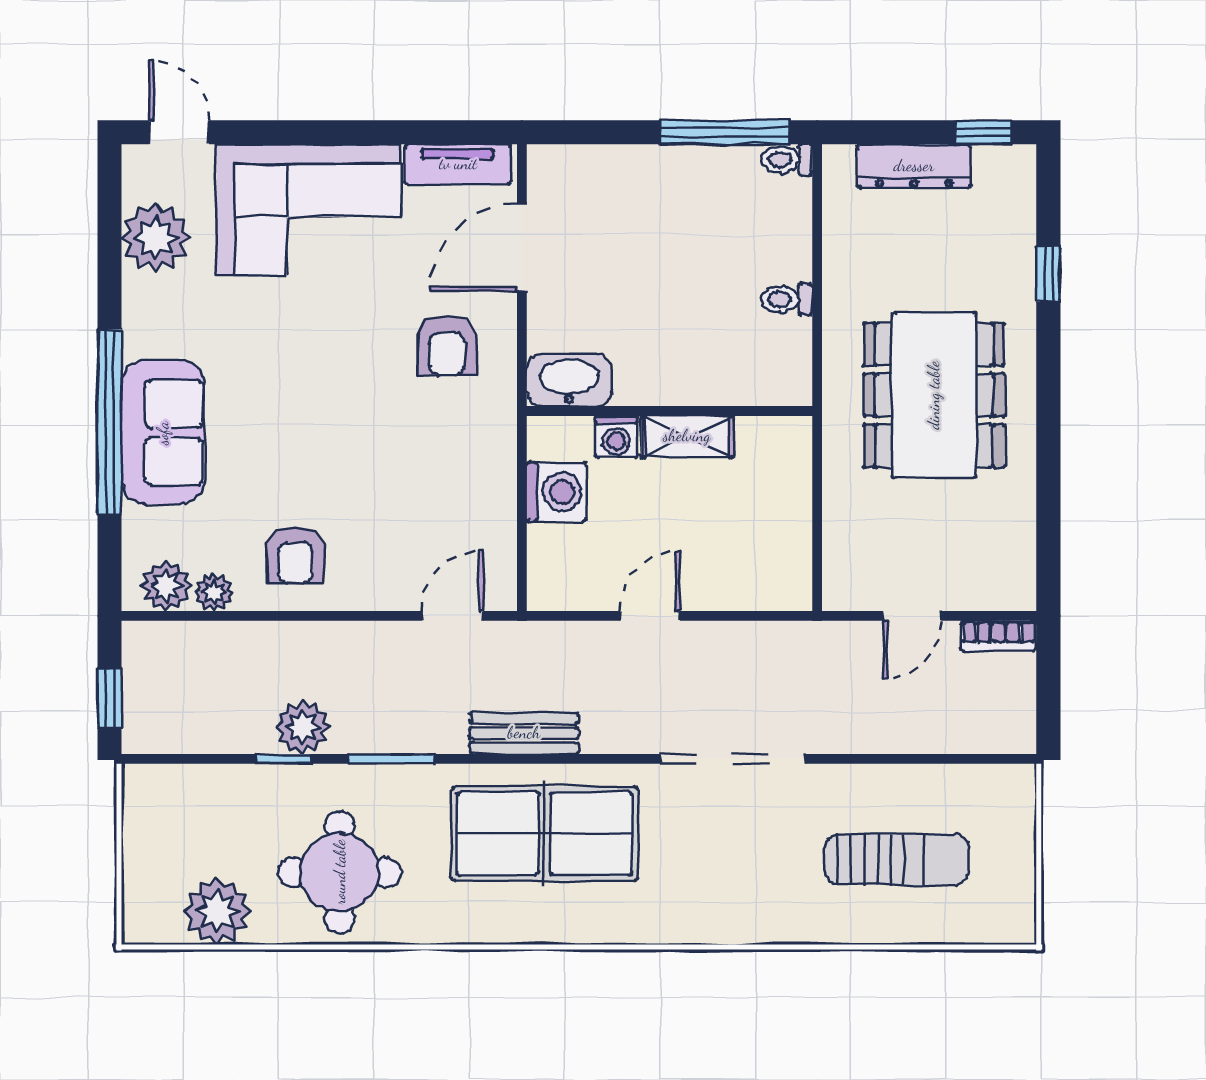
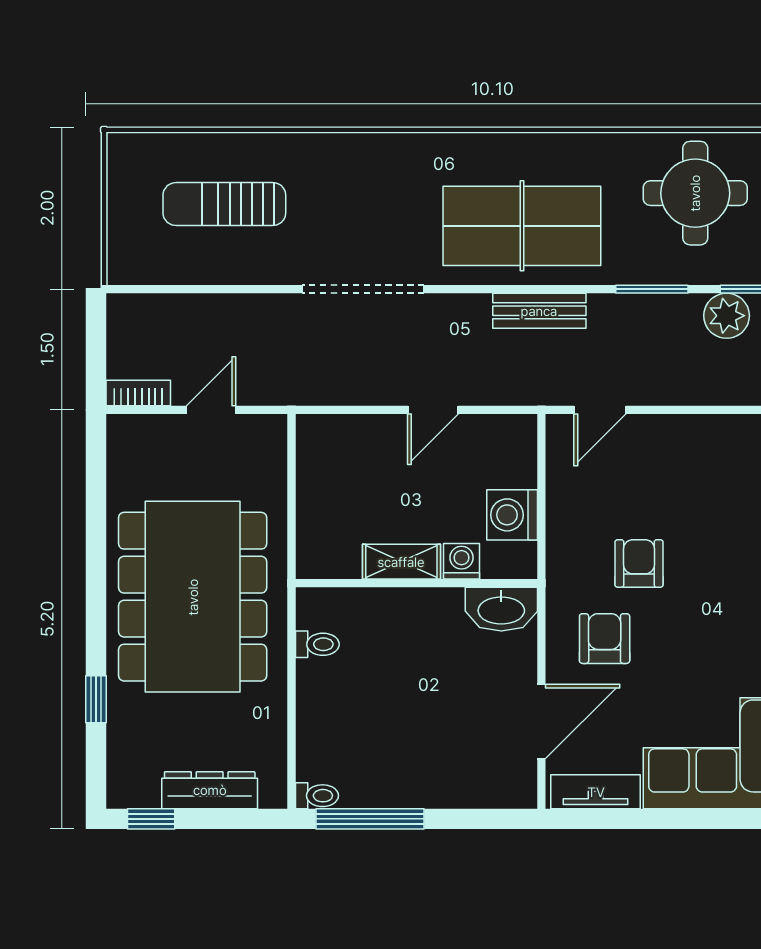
toilet: (787, 299) -> (317, 644), moved
dining table: (934, 395) -> (193, 597), width x1.36, depth x1.24
armchair: (296, 555) -> (639, 563), moved

